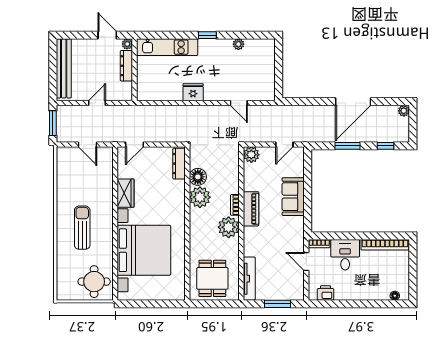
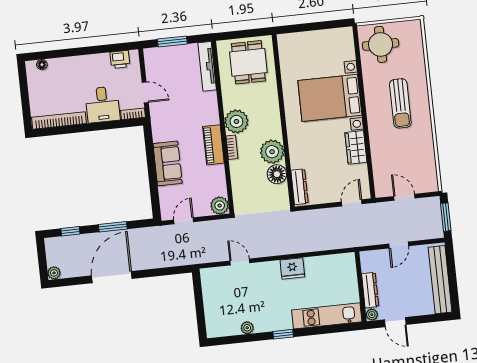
bed with nightstands: (144, 250) -> (330, 98), width x0.73

